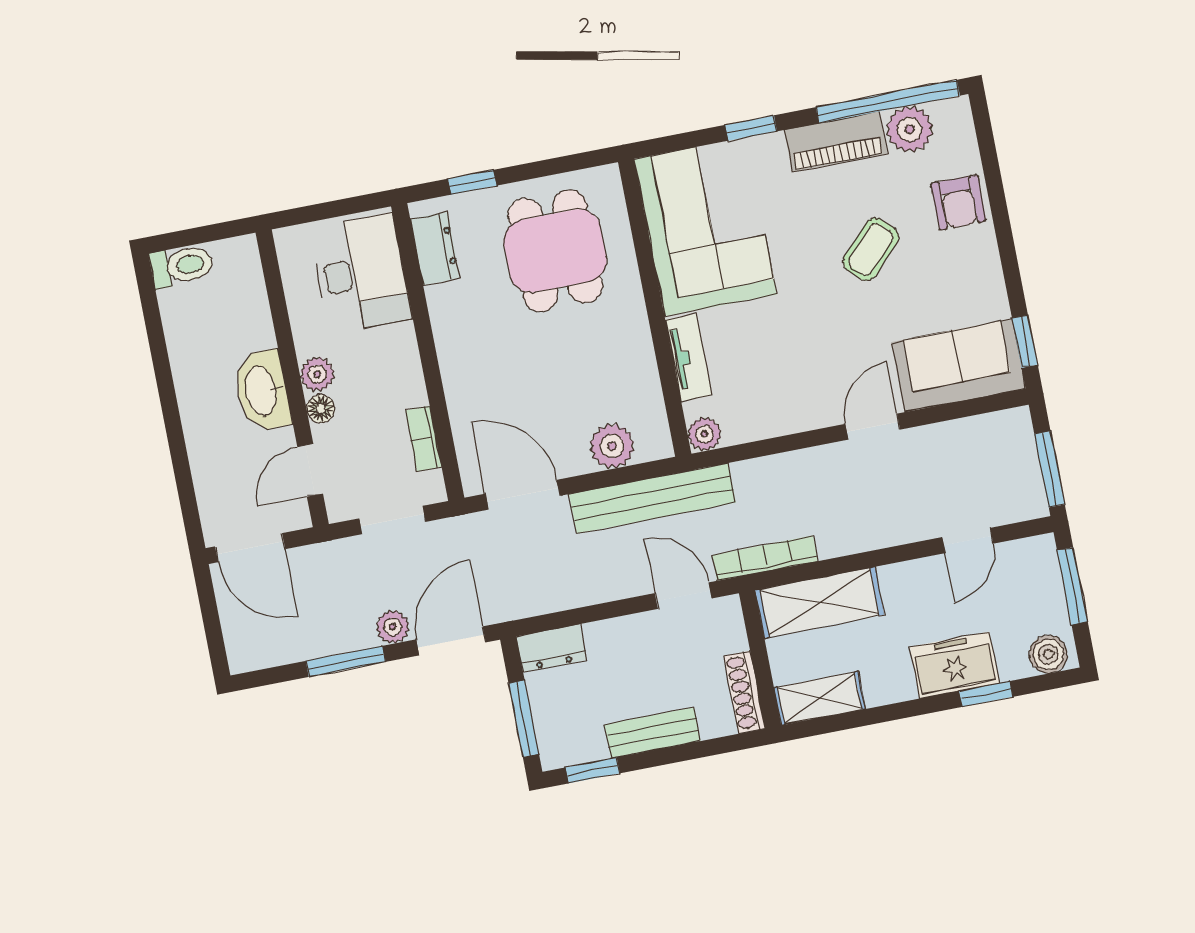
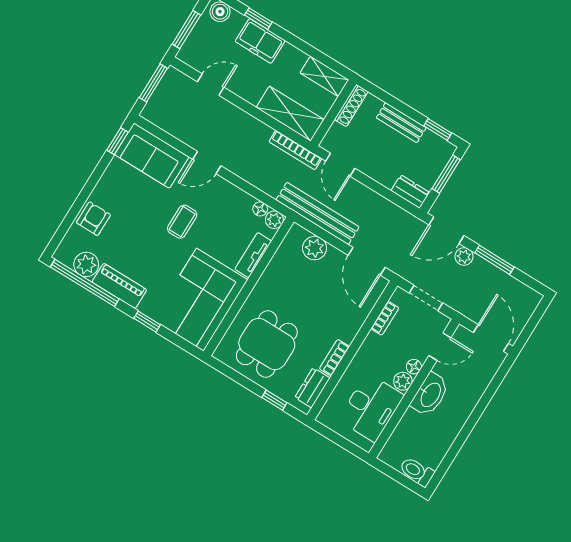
coffee table: (871, 249) -> (182, 222), moved, turned -44
desk: (361, 273) -> (371, 408), moved, turned 180
bookcase: (443, 319) -> (334, 358), added
floor lamp: (738, 431) -> (260, 209), added

